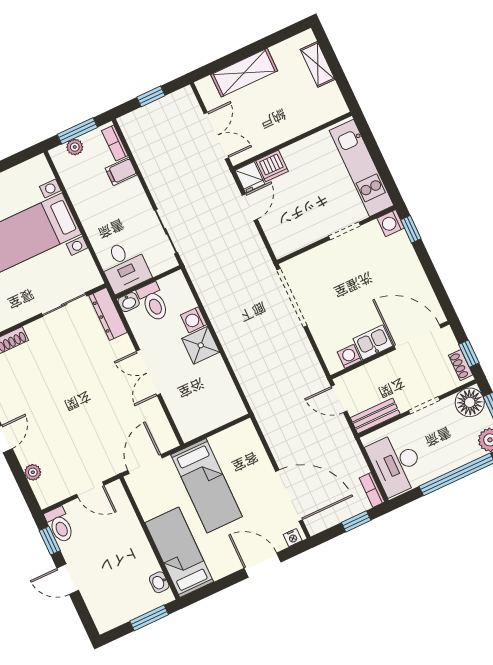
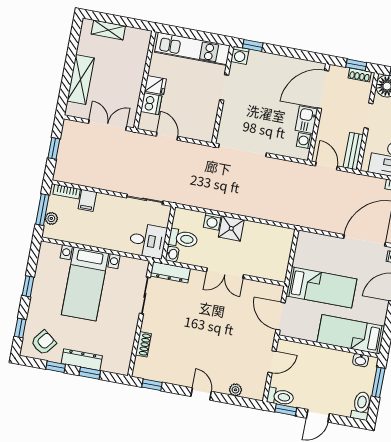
fridge: (250, 177) -> (155, 85), moved
door: (339, 399) -> (326, 166), swing flipped
toilet: (111, 618) -> (361, 406), added

